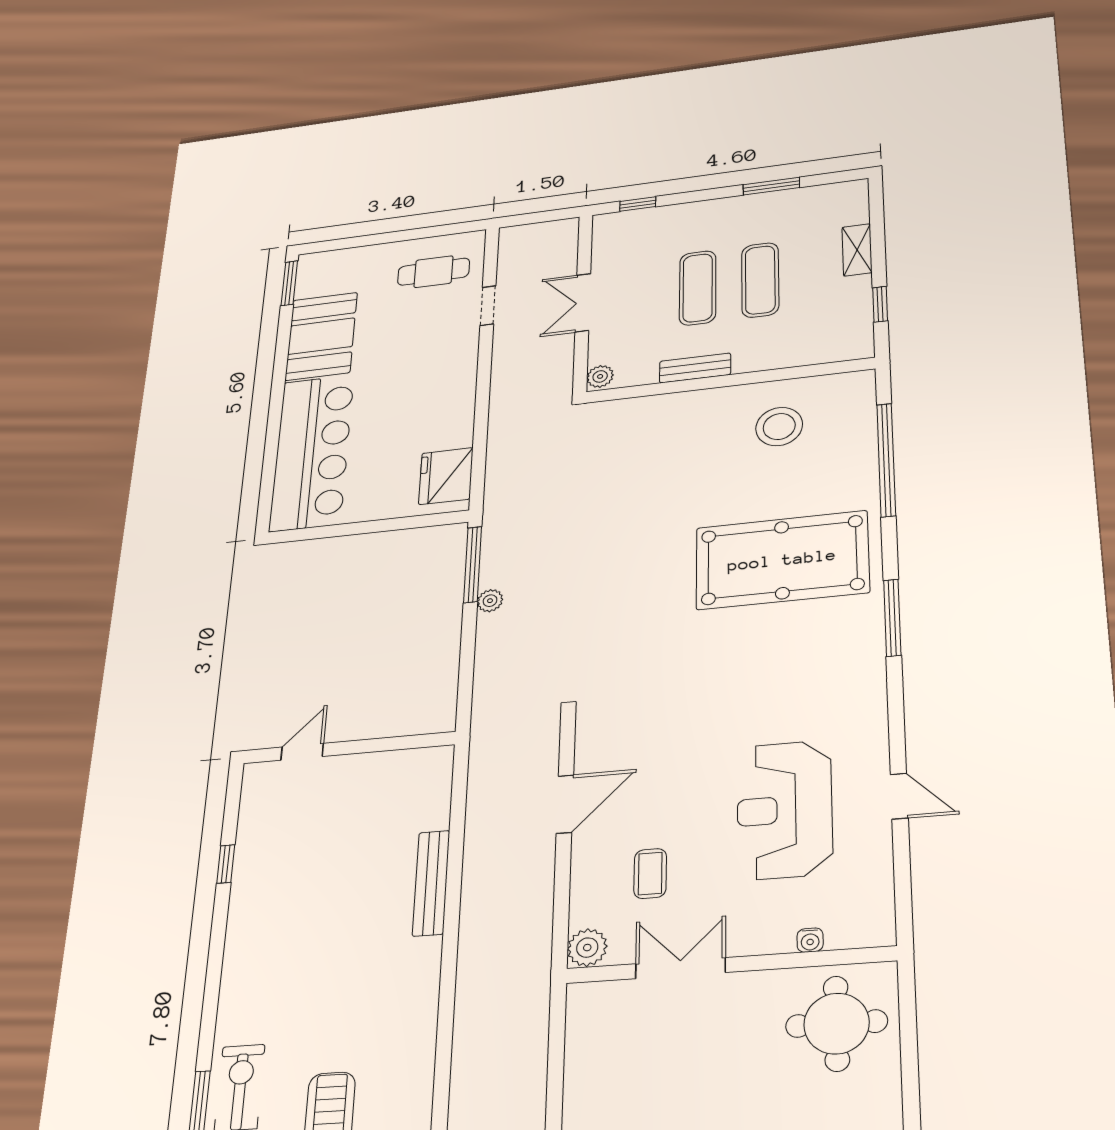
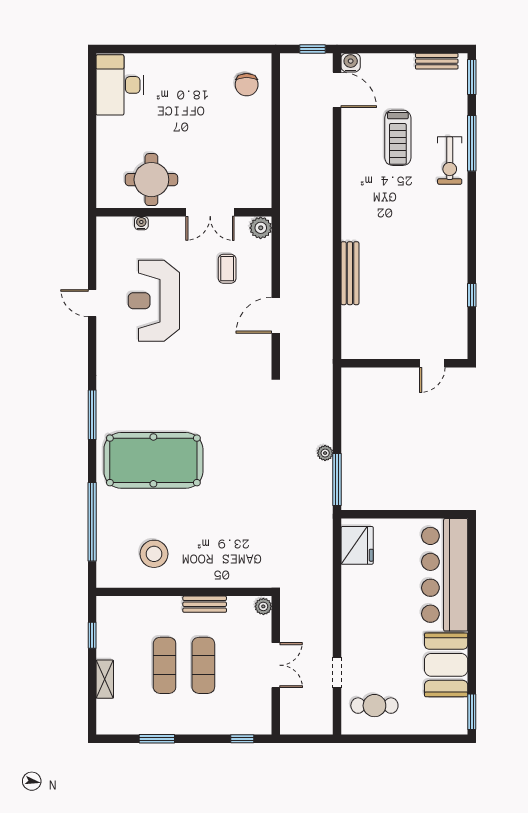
reception desk: (784, 810) -> (154, 301), turned 180
round table: (836, 1024) -> (151, 180), moved

